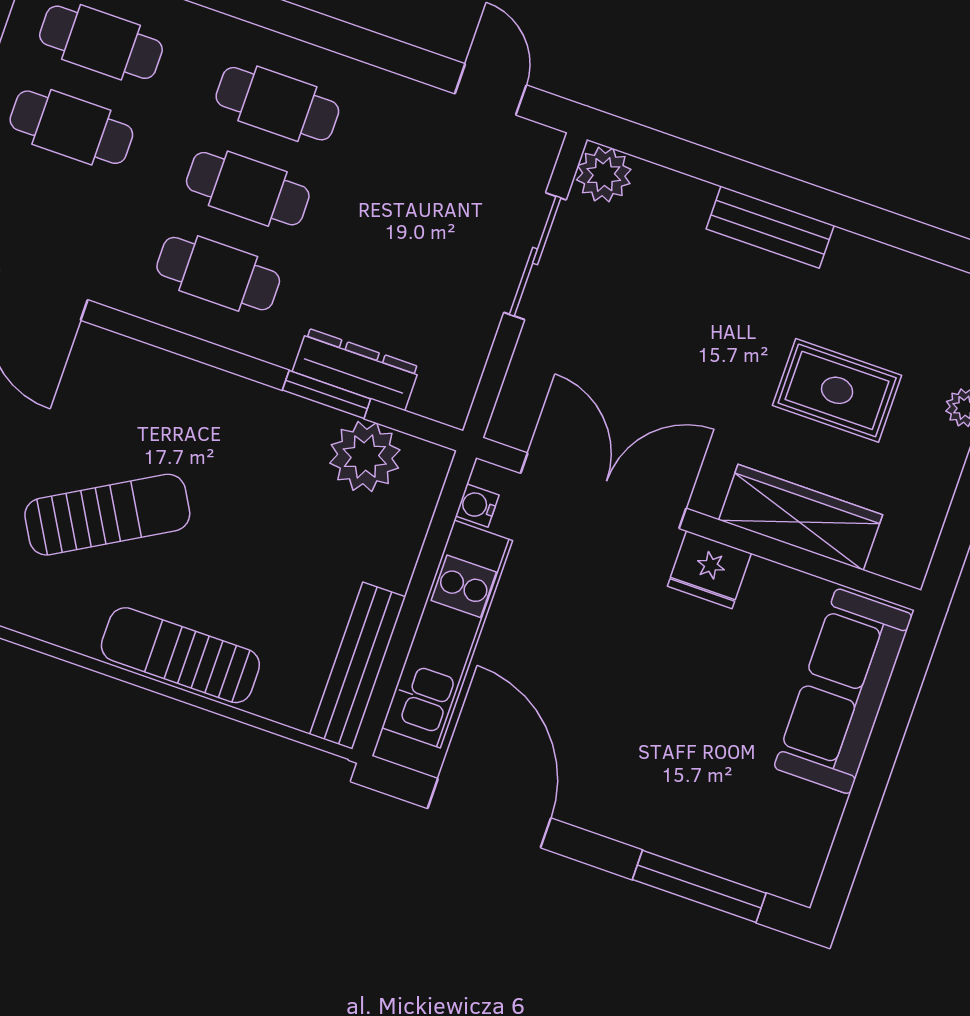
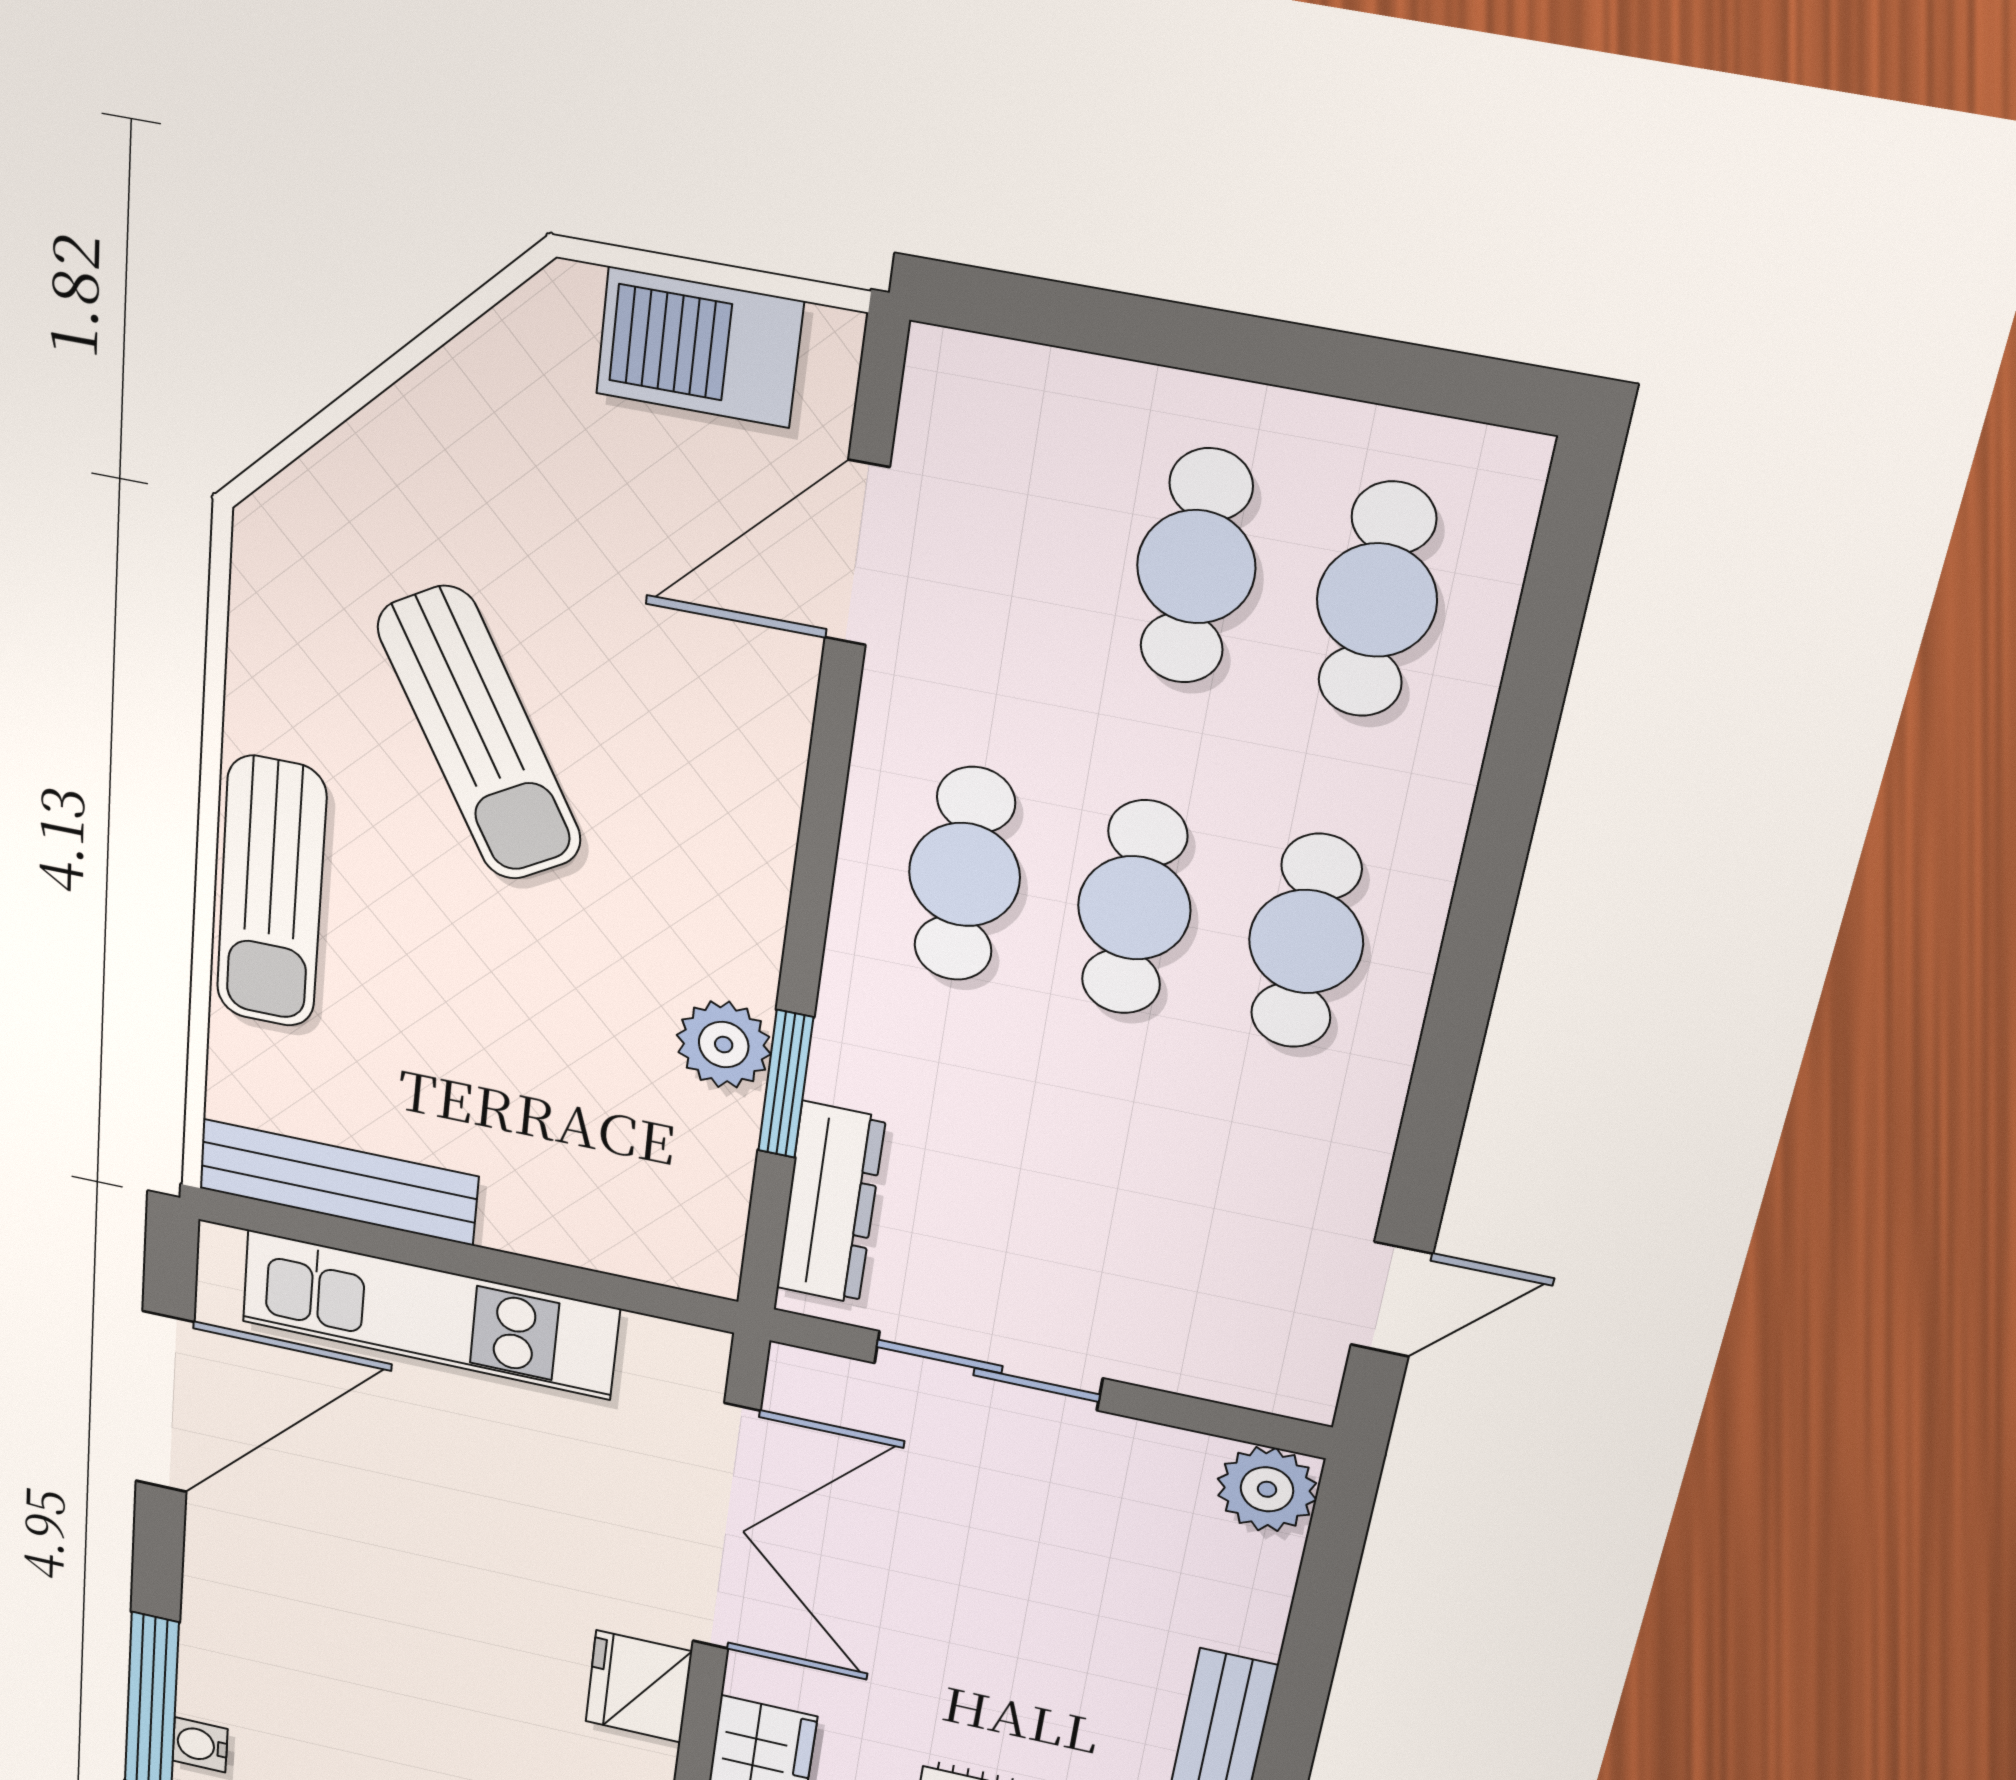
sliding door: (535, 256) -> (988, 1371), moved
dresser: (356, 369) -> (831, 1204), moved
plant: (365, 456) -> (724, 1045), moved, width x0.73, depth x0.73
water cooler: (477, 505) -> (200, 1745), moved, turned -90
sun lounger: (180, 655) -> (271, 893), turned 180

